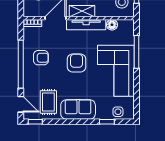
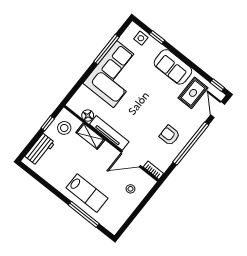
shelving: (82, 11) -> (90, 136), moved
window: (137, 52) -> (106, 49), moved
armchair: (77, 63) -> (143, 107), removed

